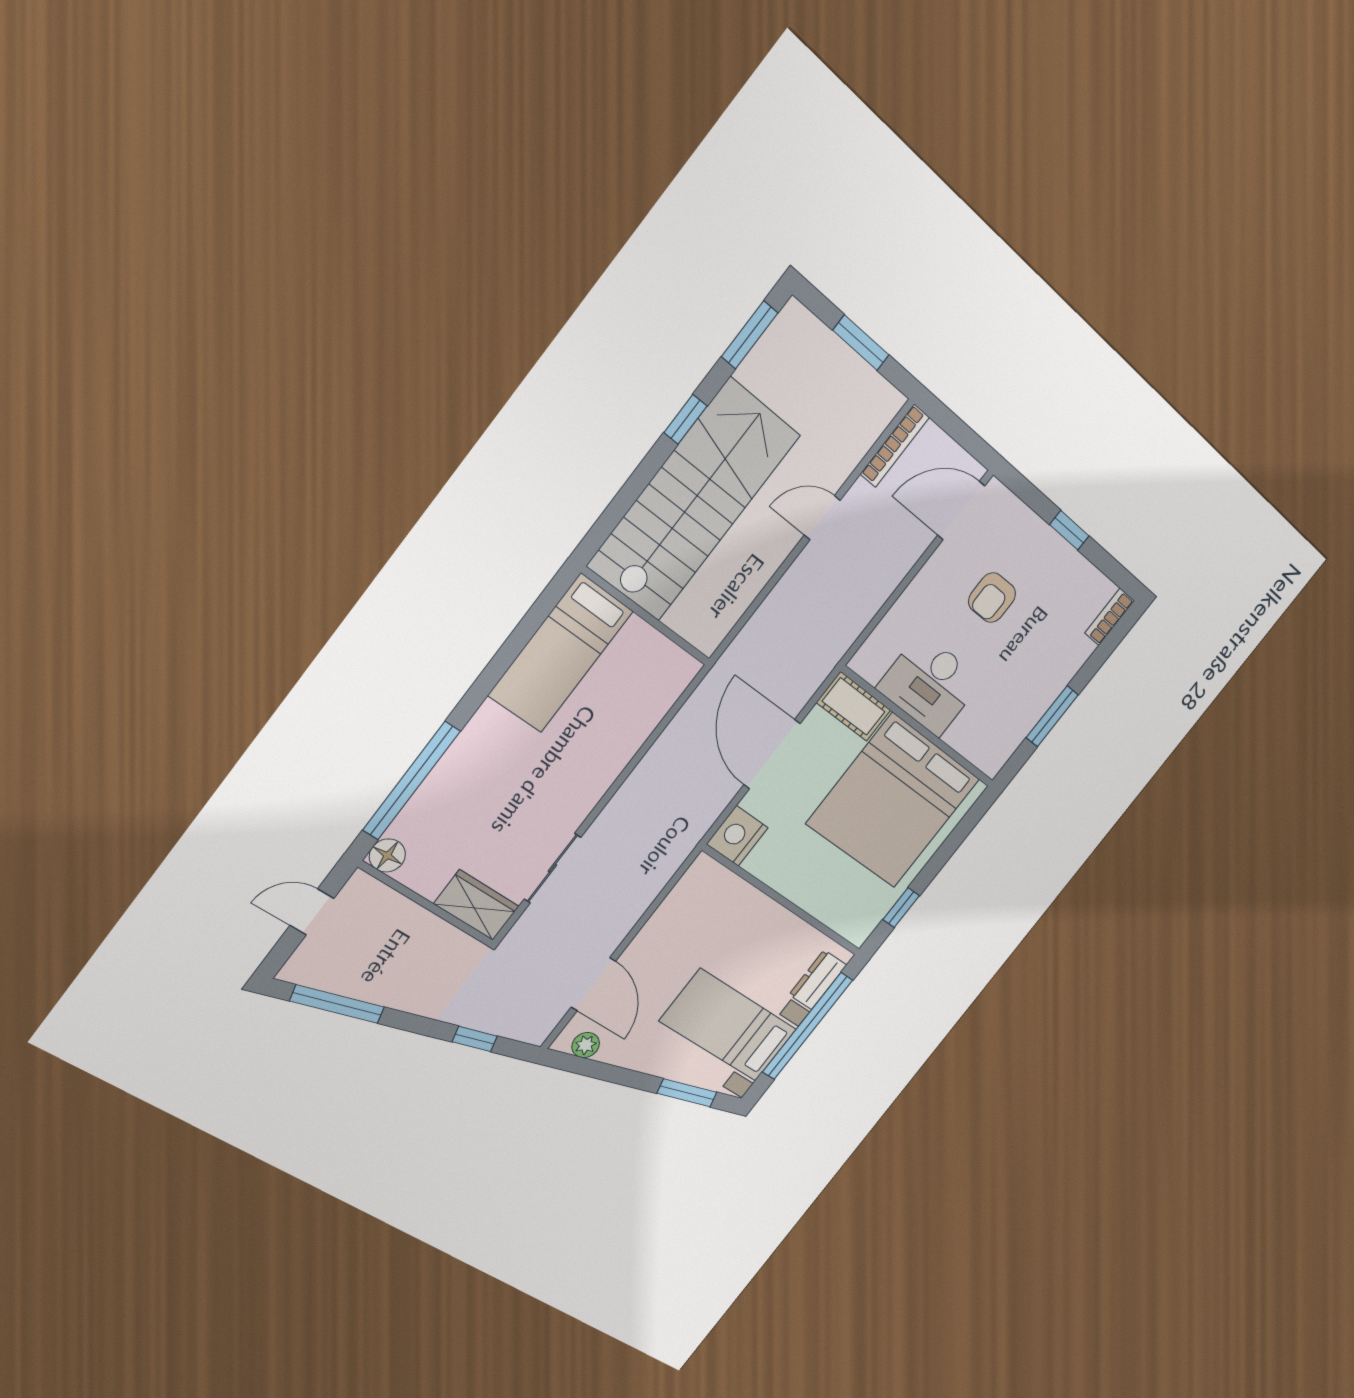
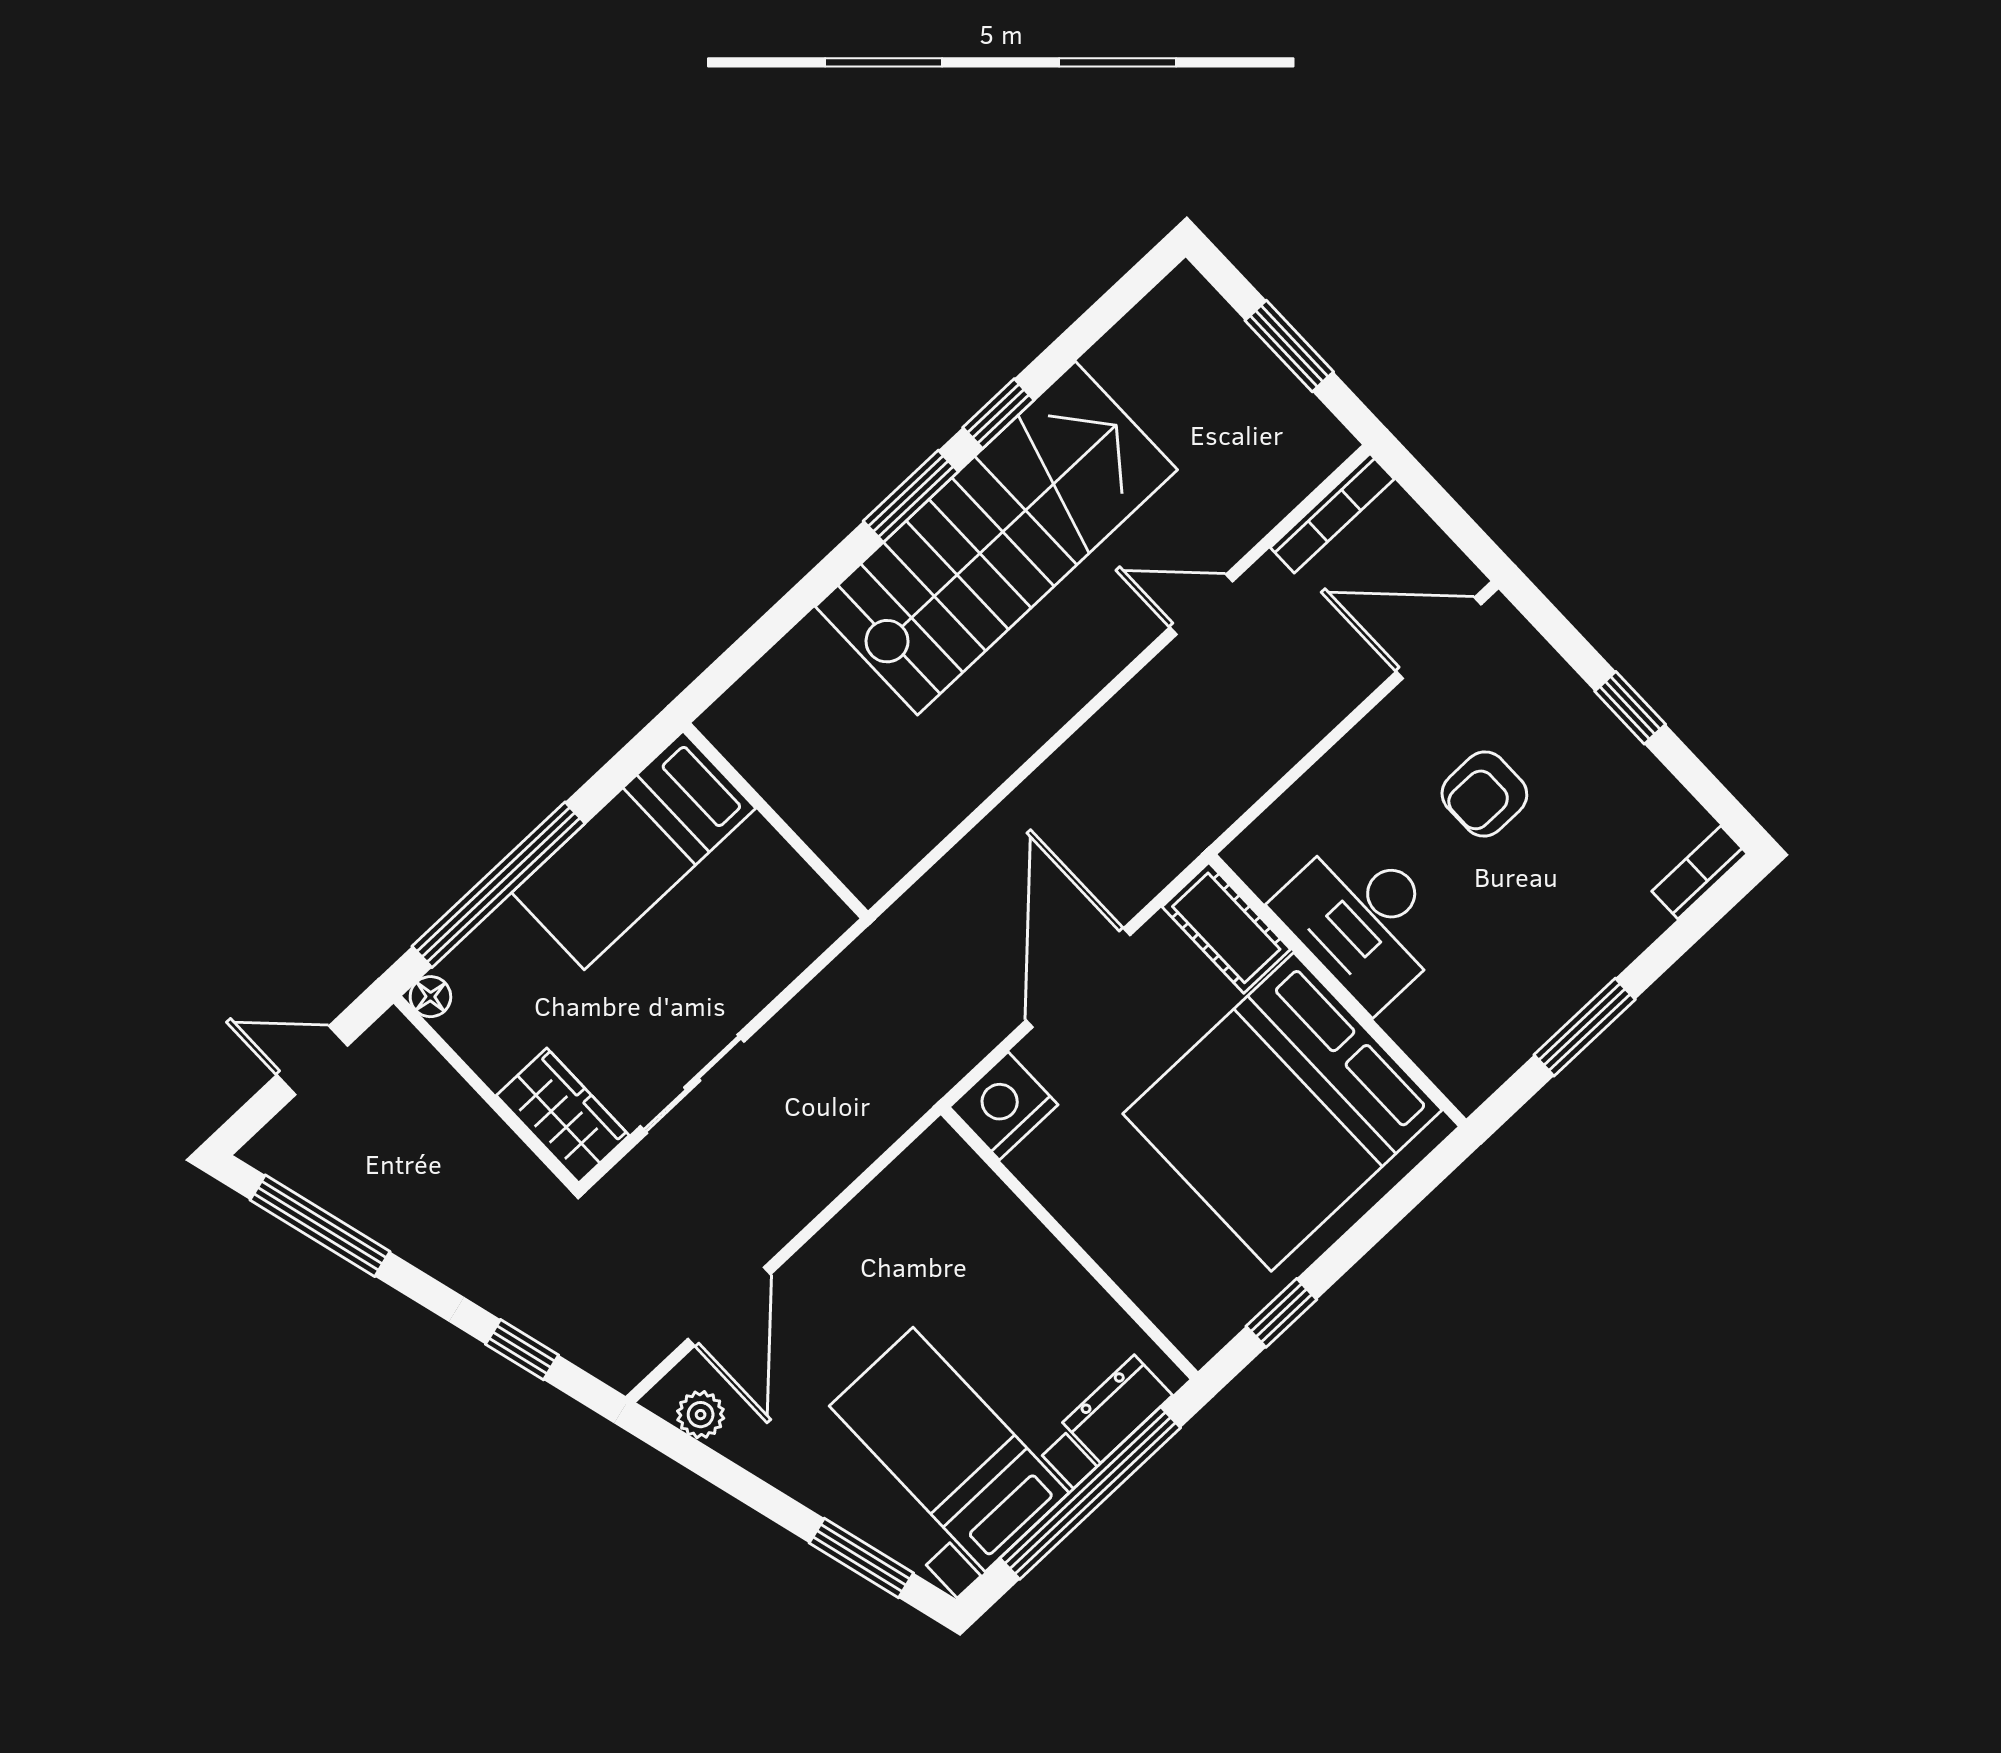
window: (750, 335) -> (911, 496), moved
wall: (646, 616) -> (776, 821), moved
bed: (561, 653) -> (634, 850), moved
floor lamp: (387, 855) -> (430, 997), width x0.73, depth x0.73

